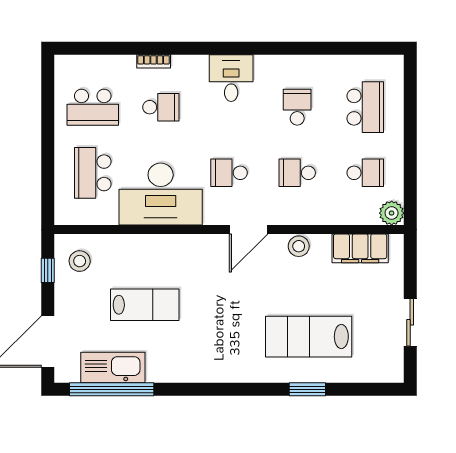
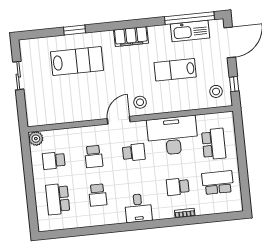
school desk: (297, 173) -> (94, 156), turned 90
stool: (299, 246) -> (140, 102), moved
filing cabinet: (360, 248) -> (131, 37), moved, turned 180

